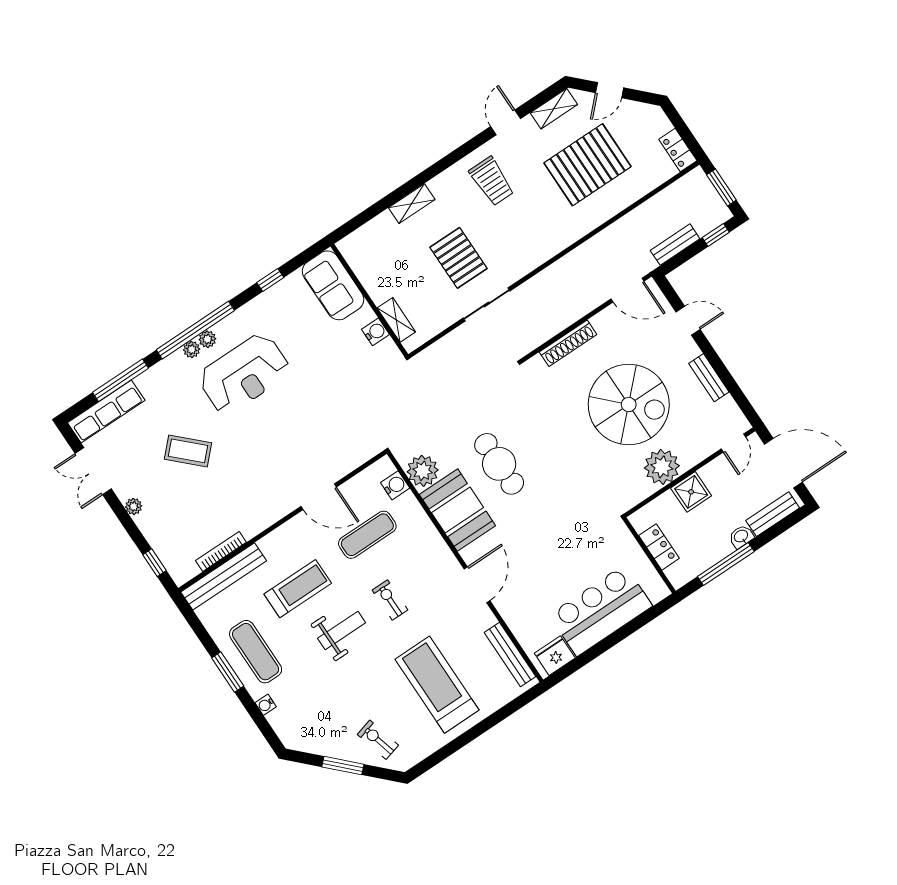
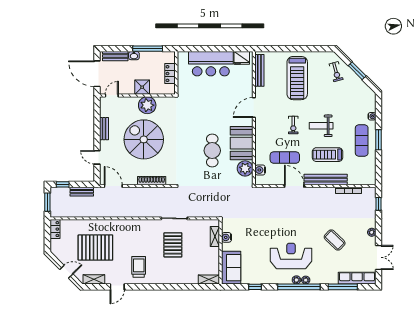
shelving: (412, 204) -> (209, 279), moved
bench: (224, 576) -> (326, 180), moved

